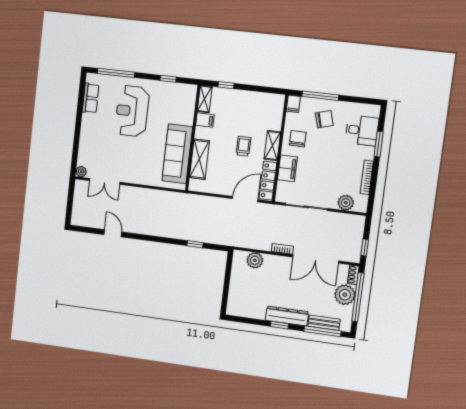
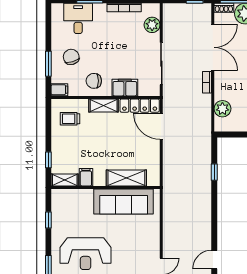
window: (320, 96) -> (48, 64), width x0.69
trolley: (243, 146) -> (70, 119), moved

